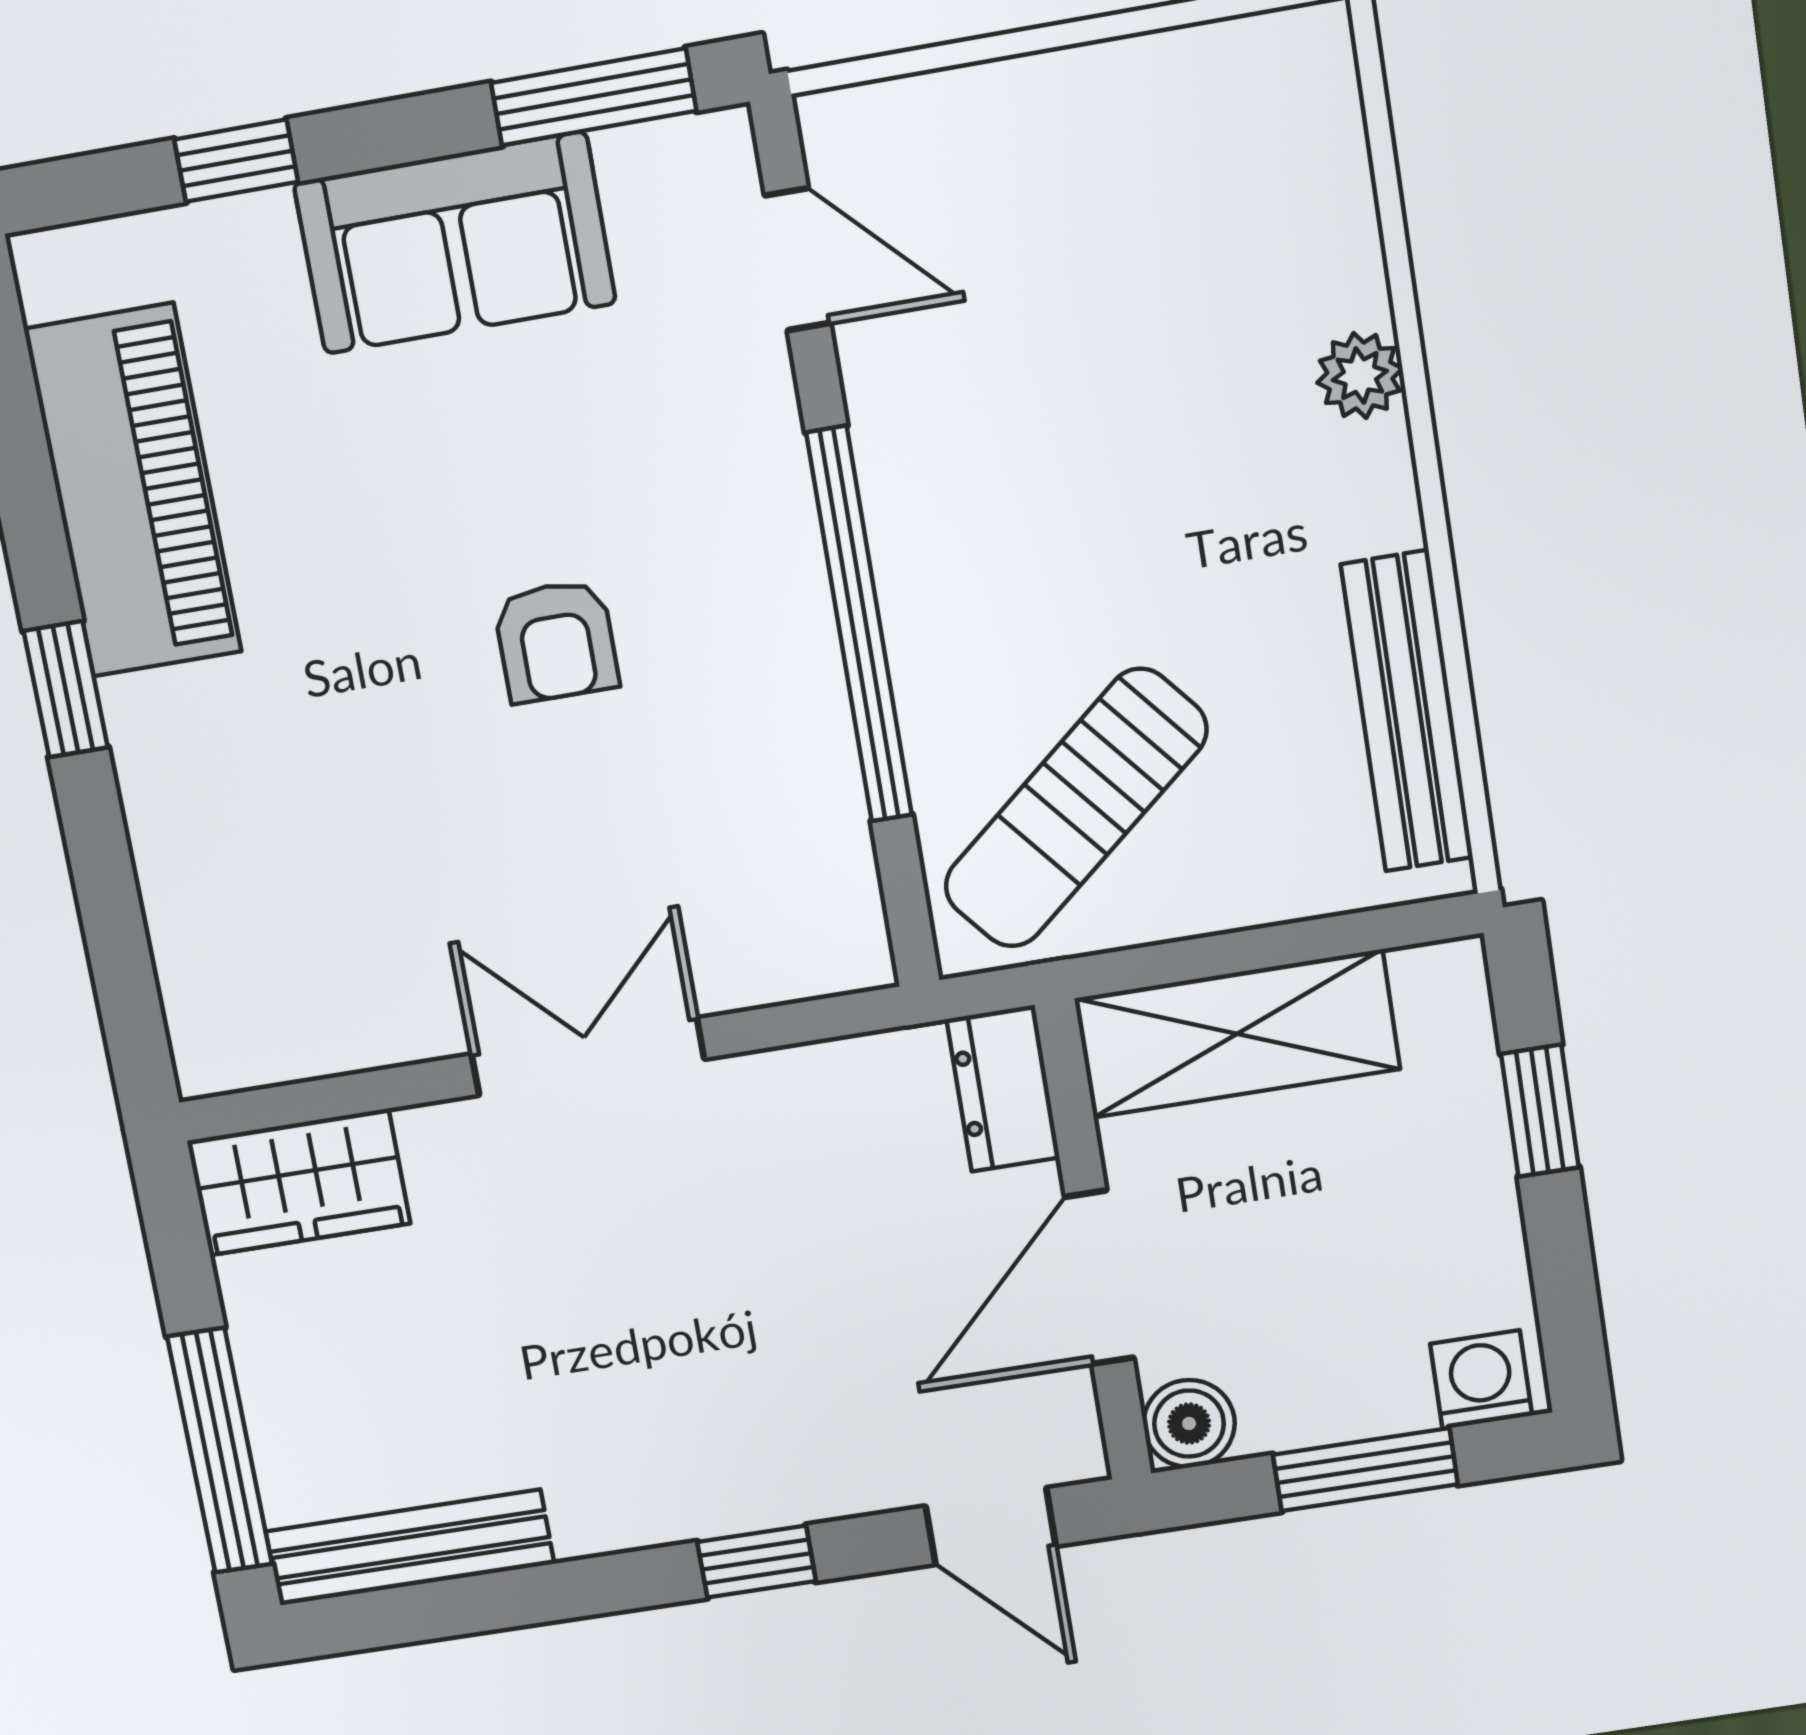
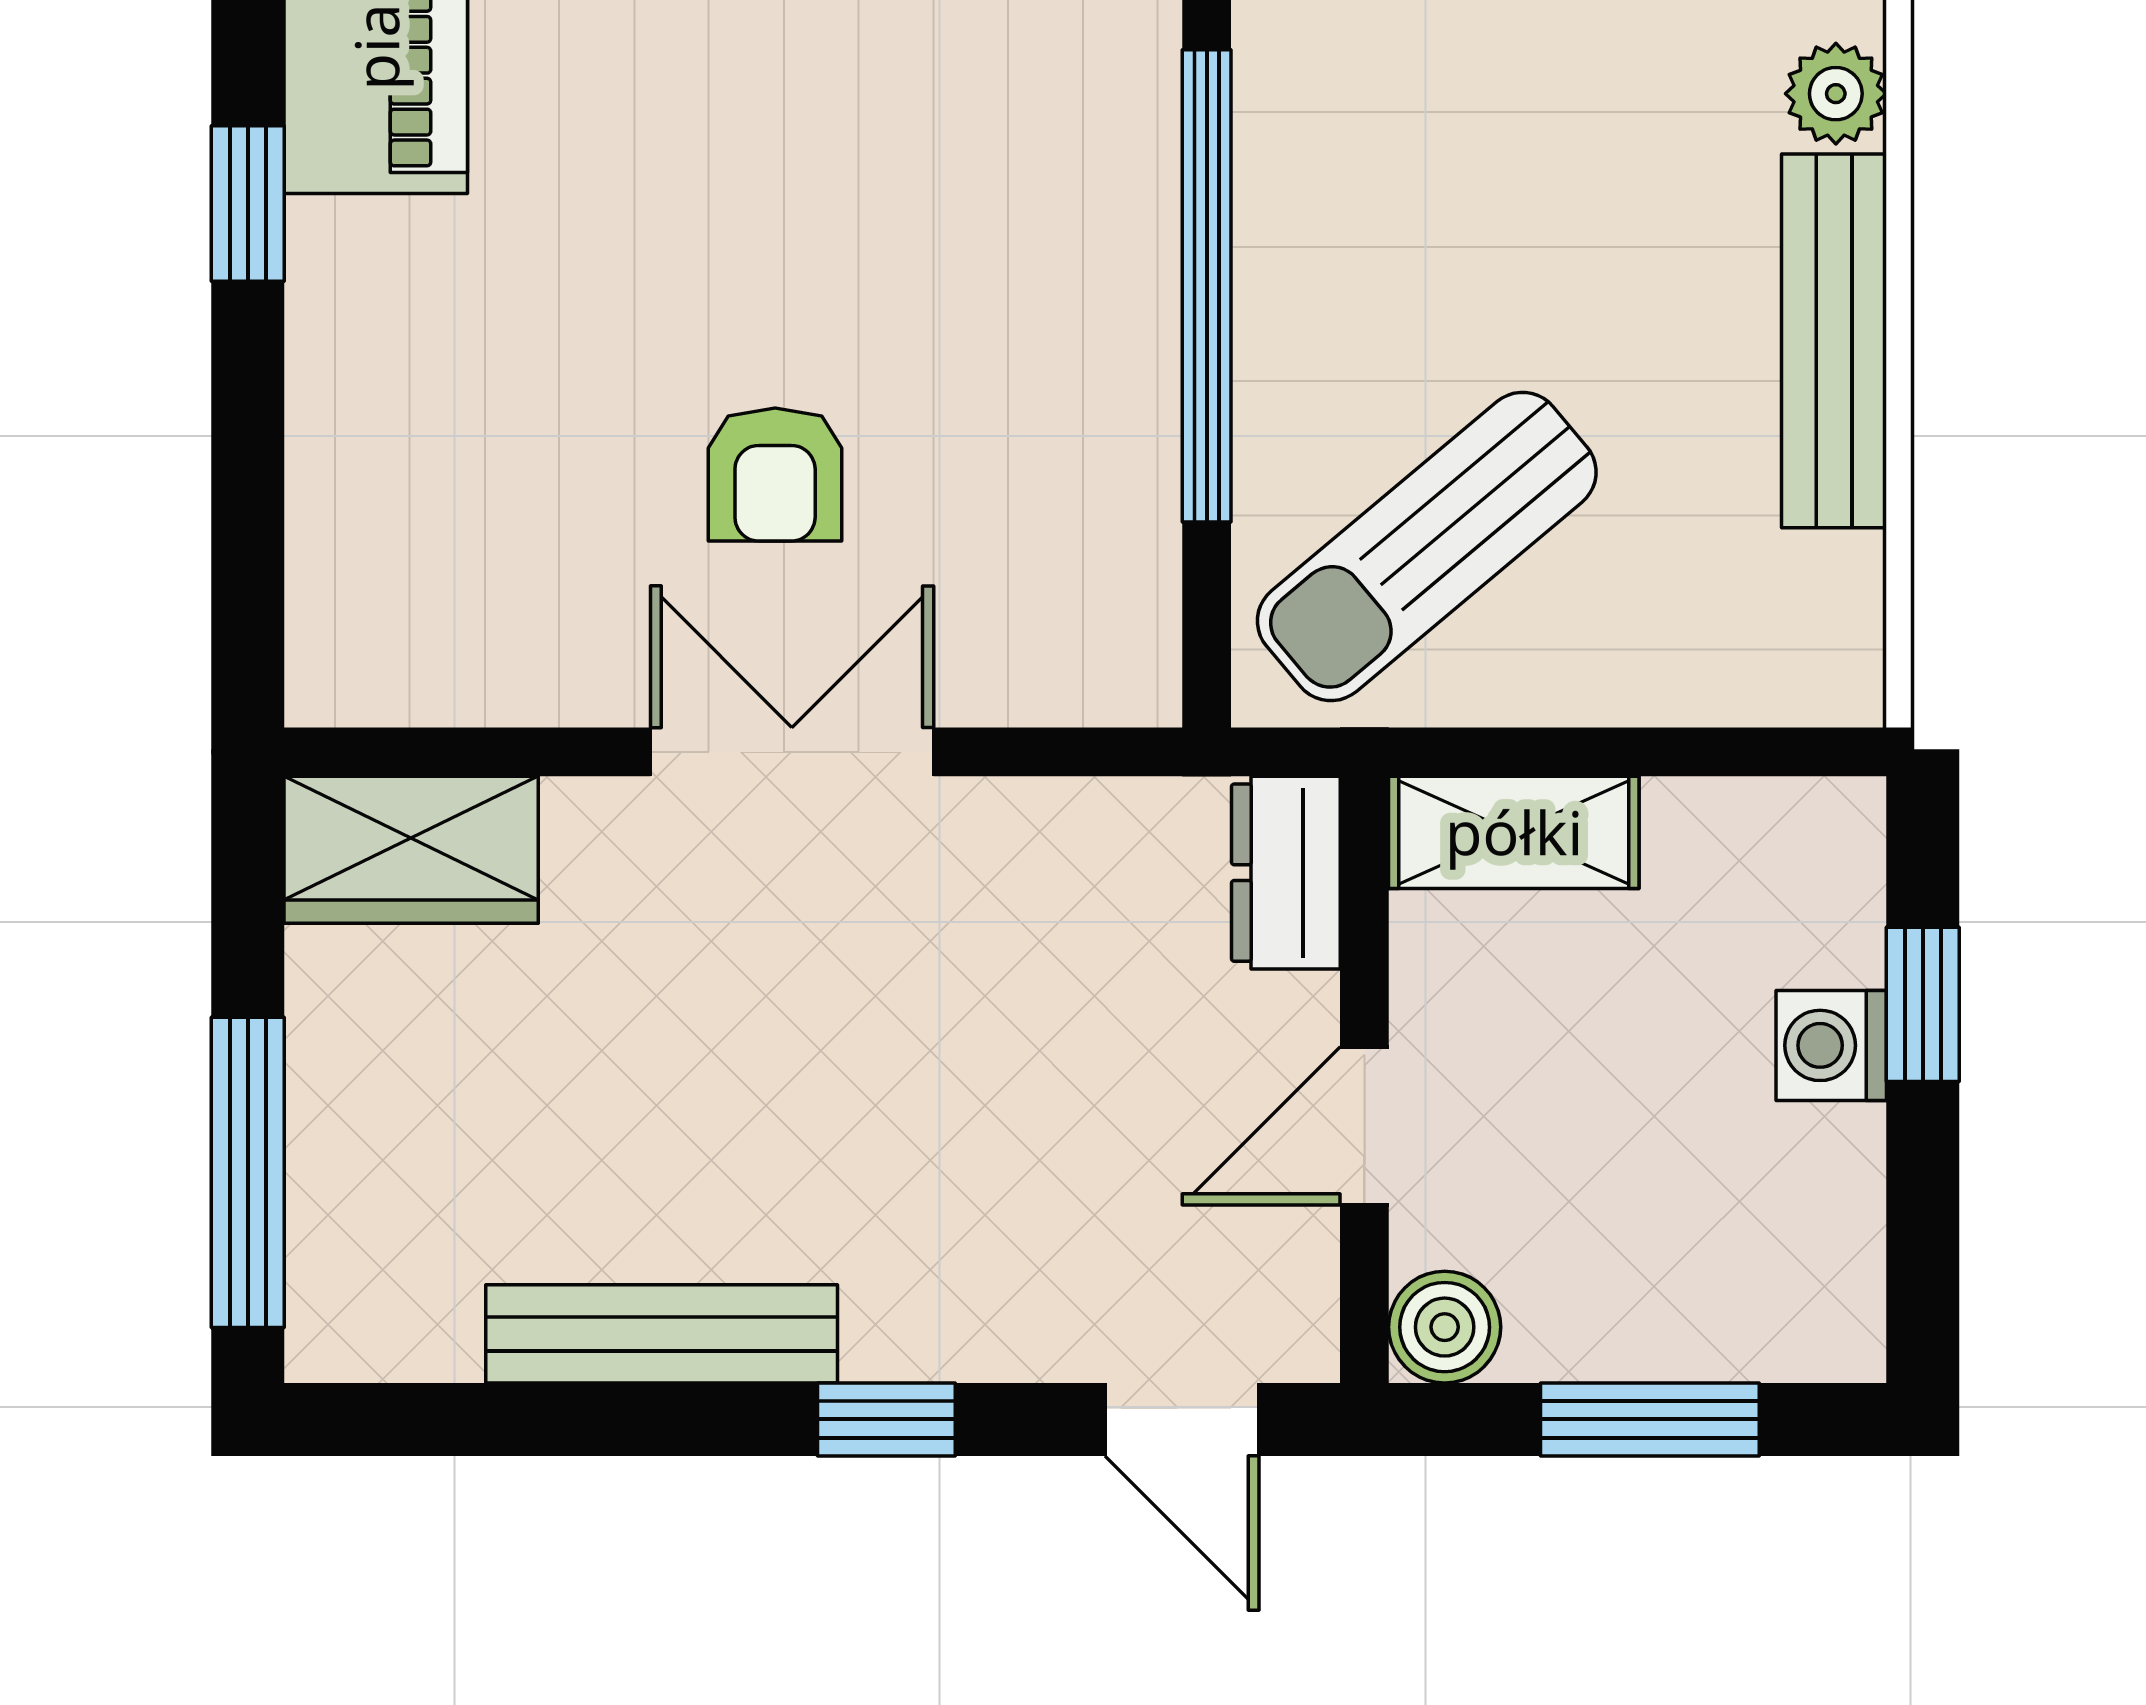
armchair: (556, 641) -> (775, 475), moved
bench: (1407, 711) -> (1834, 341), moved
shelving: (1237, 1034) -> (1514, 832), width x0.67, depth x0.75
door: (1099, 1277) -> (1364, 1126), width x0.73
washing machine: (1481, 1380) -> (1831, 1045), moved, turned -90
bench: (410, 1548) -> (662, 1334), moved

